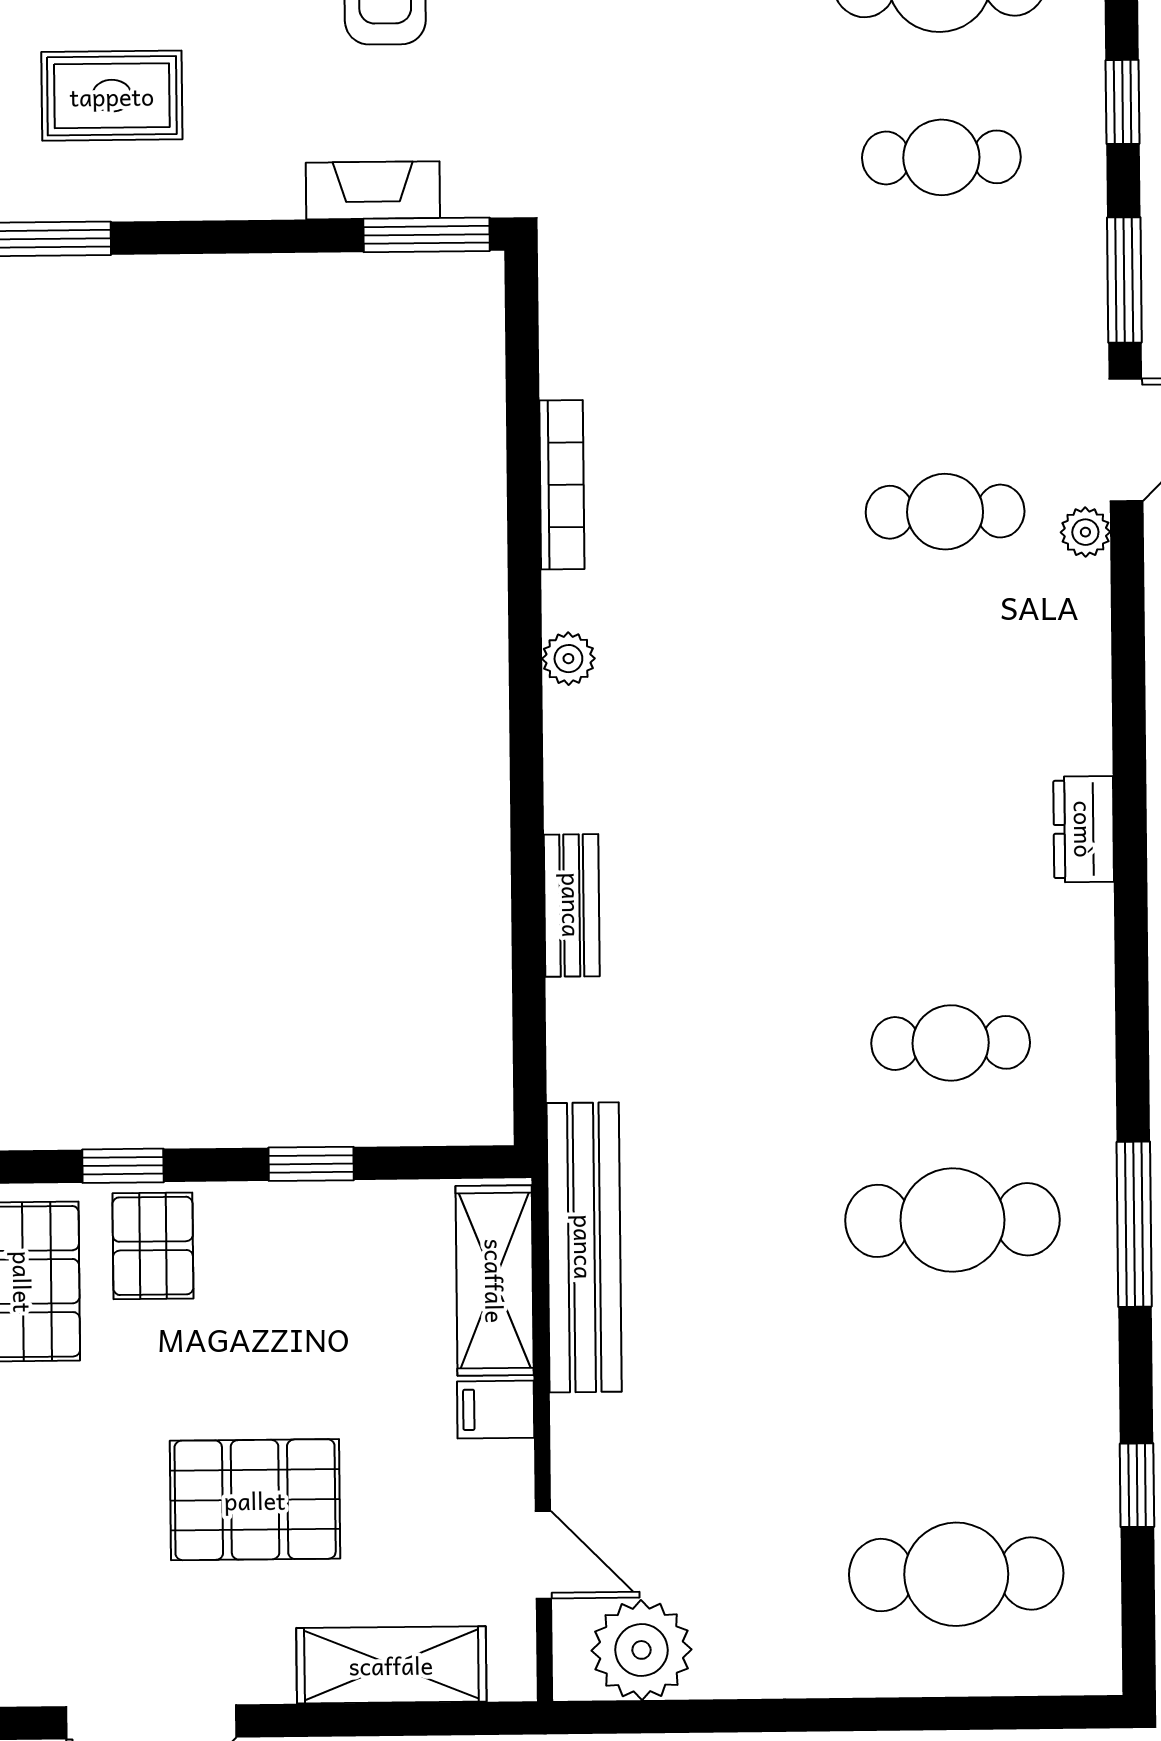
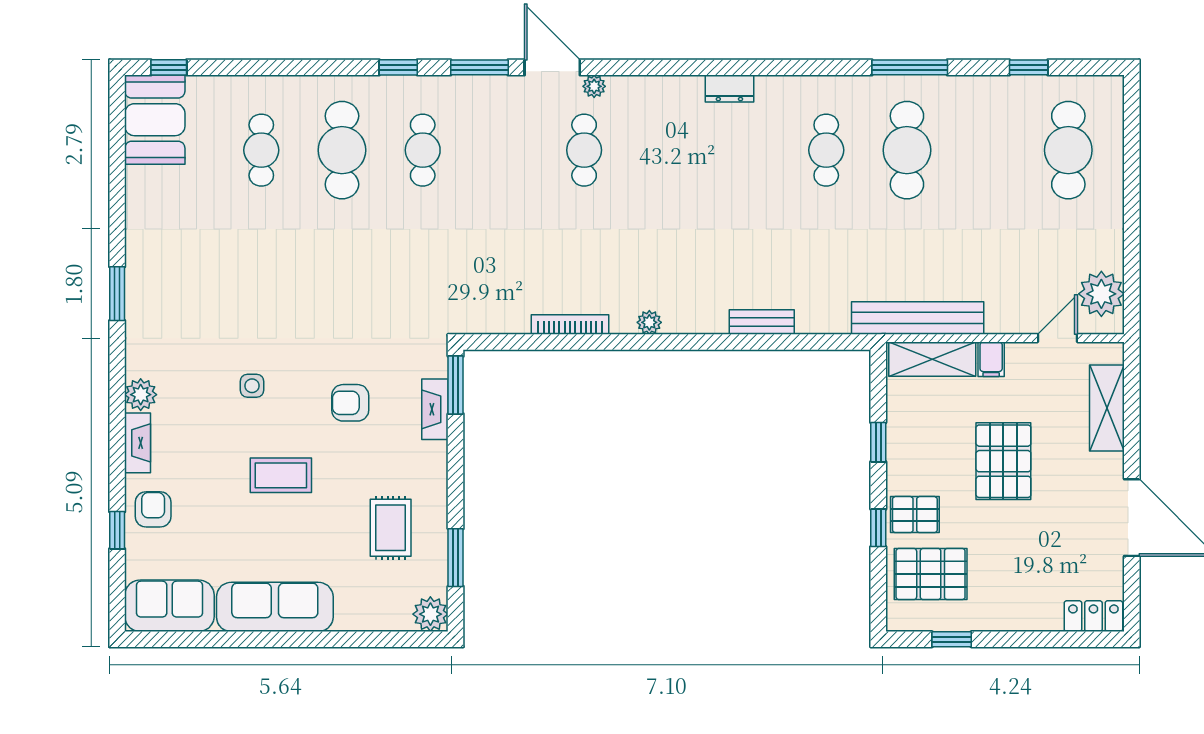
pallet: (255, 1500) -> (1003, 461), moved

